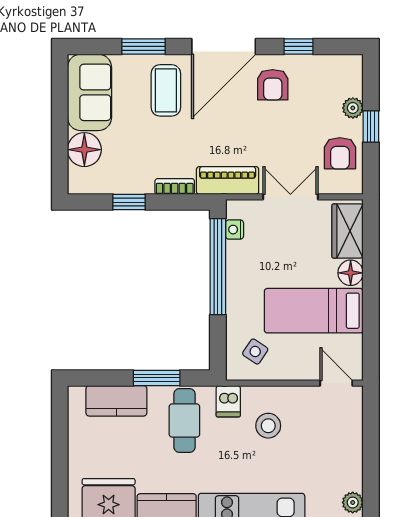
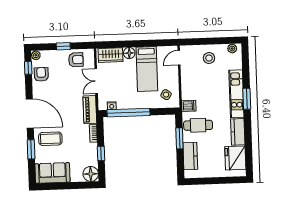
window: (298, 46) -> (28, 68), moved
armchair: (273, 85) -> (41, 74), moved, turned -90
plant: (353, 108) -> (36, 55), moved
floor lamp: (84, 150) -> (91, 174), moved
stool: (268, 426) -> (209, 58), moved

